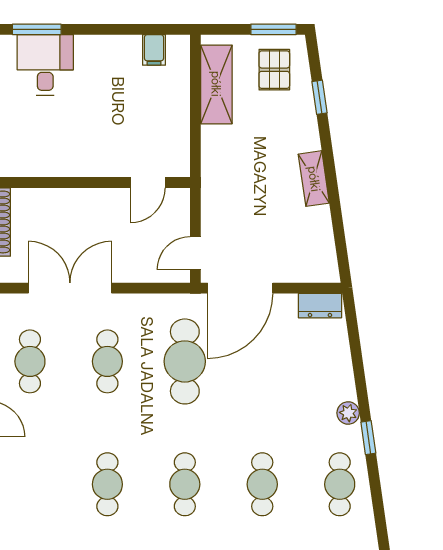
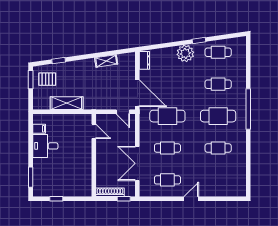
desk: (45, 65) -> (45, 146), moved
shelving: (216, 84) -> (67, 103), moved
shelving: (314, 179) -> (106, 61), moved
plant: (348, 413) -> (185, 53), width x1.88, depth x1.88
cafe table: (185, 484) -> (218, 116), width x1.37, depth x1.35

